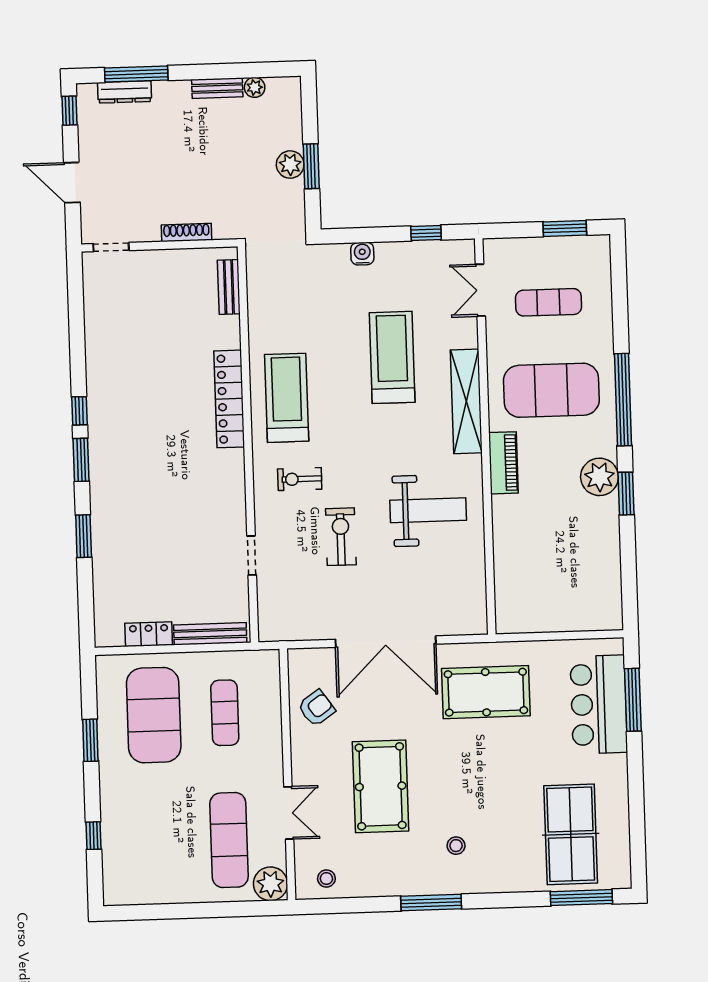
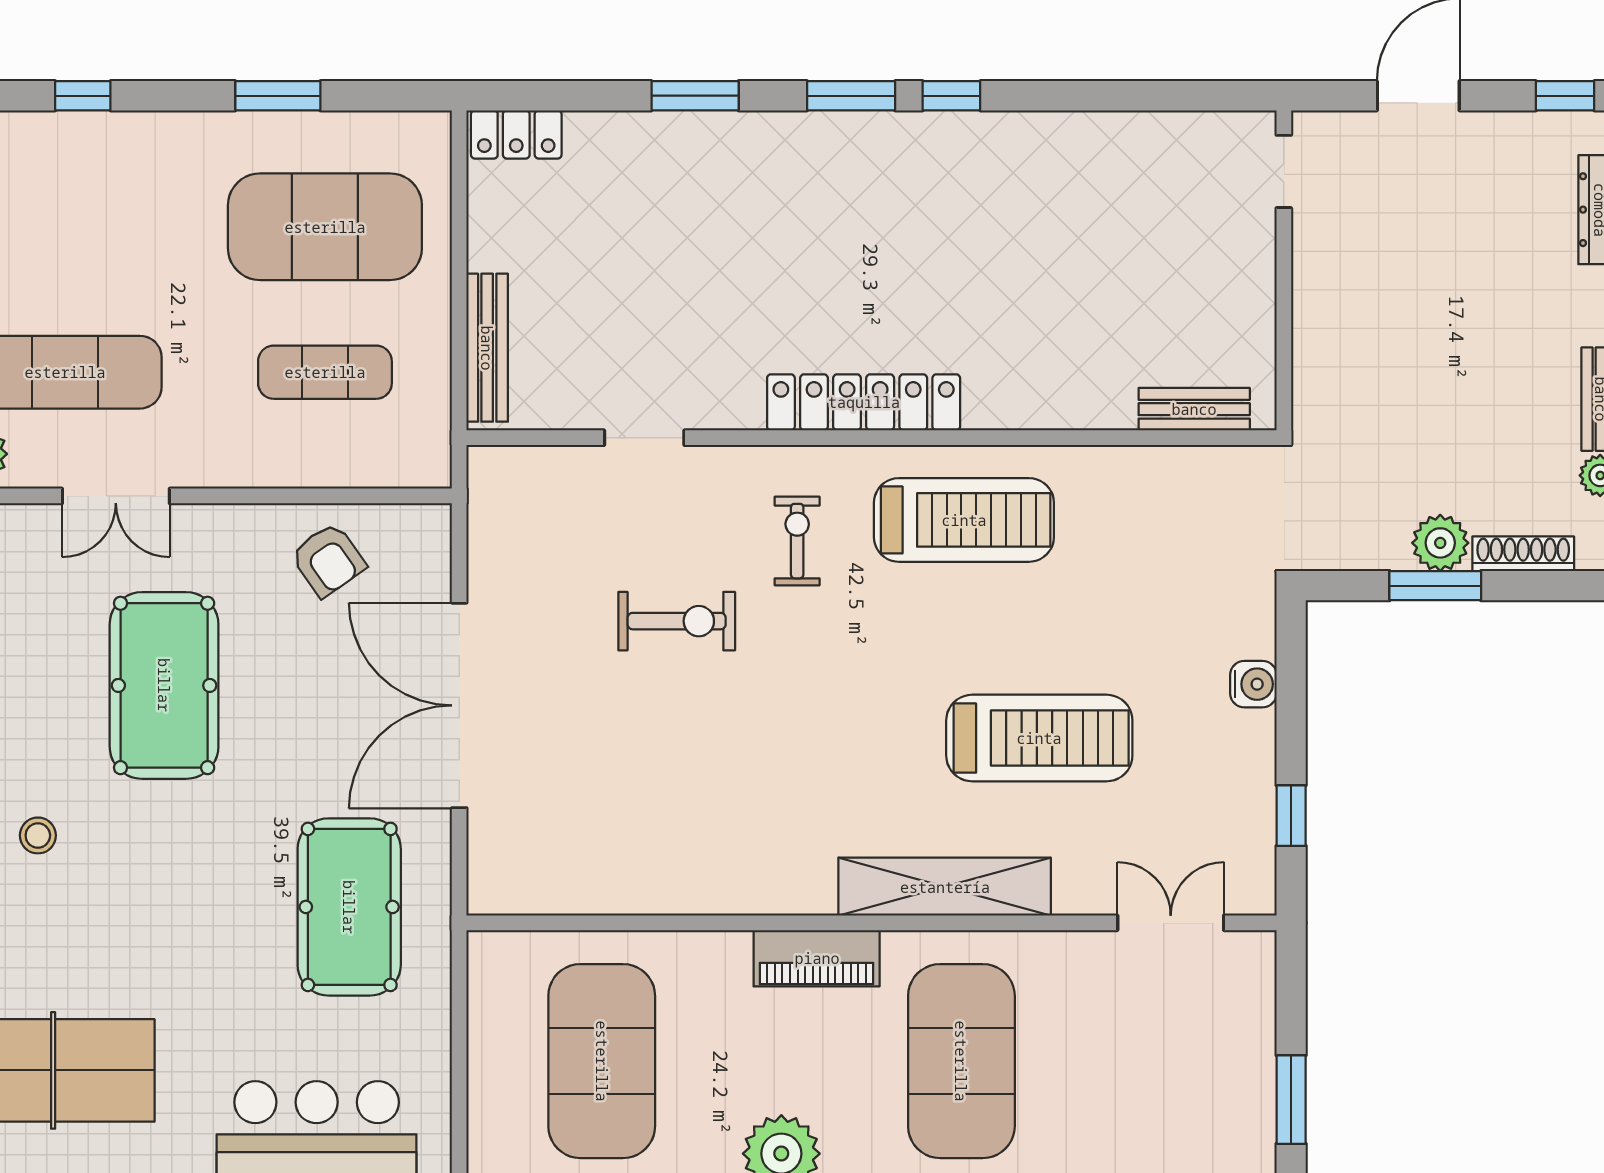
shoe rack: (186, 233) -> (1523, 554), moved, turned -90
exercise mat: (548, 302) -> (602, 1061), moved, width x2.00, depth x1.45
locker: (229, 399) -> (864, 402), moved
weight bench: (428, 510) -> (725, 801), removed
locker: (149, 634) -> (516, 134), moved, turned 90
pool table: (381, 786) -> (164, 685), turned 90

